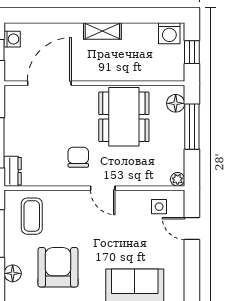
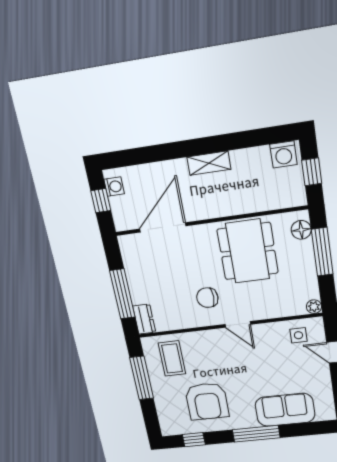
chair: (78, 157) -> (207, 298), turned -90
armchair: (58, 267) -> (207, 401), turned 180
floor lamp: (13, 273) -> (165, 411), removed

